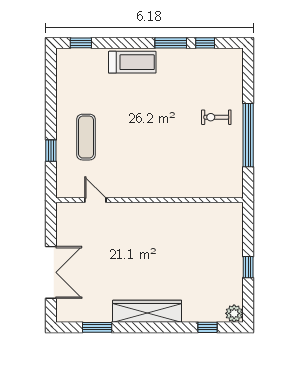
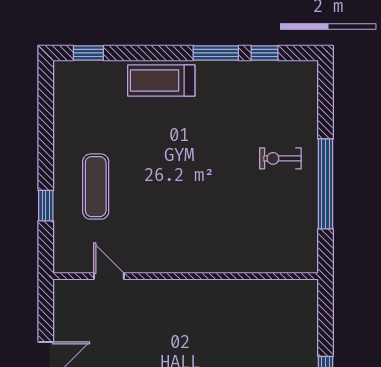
treadmill: (132, 62) -> (161, 80), turned 180

